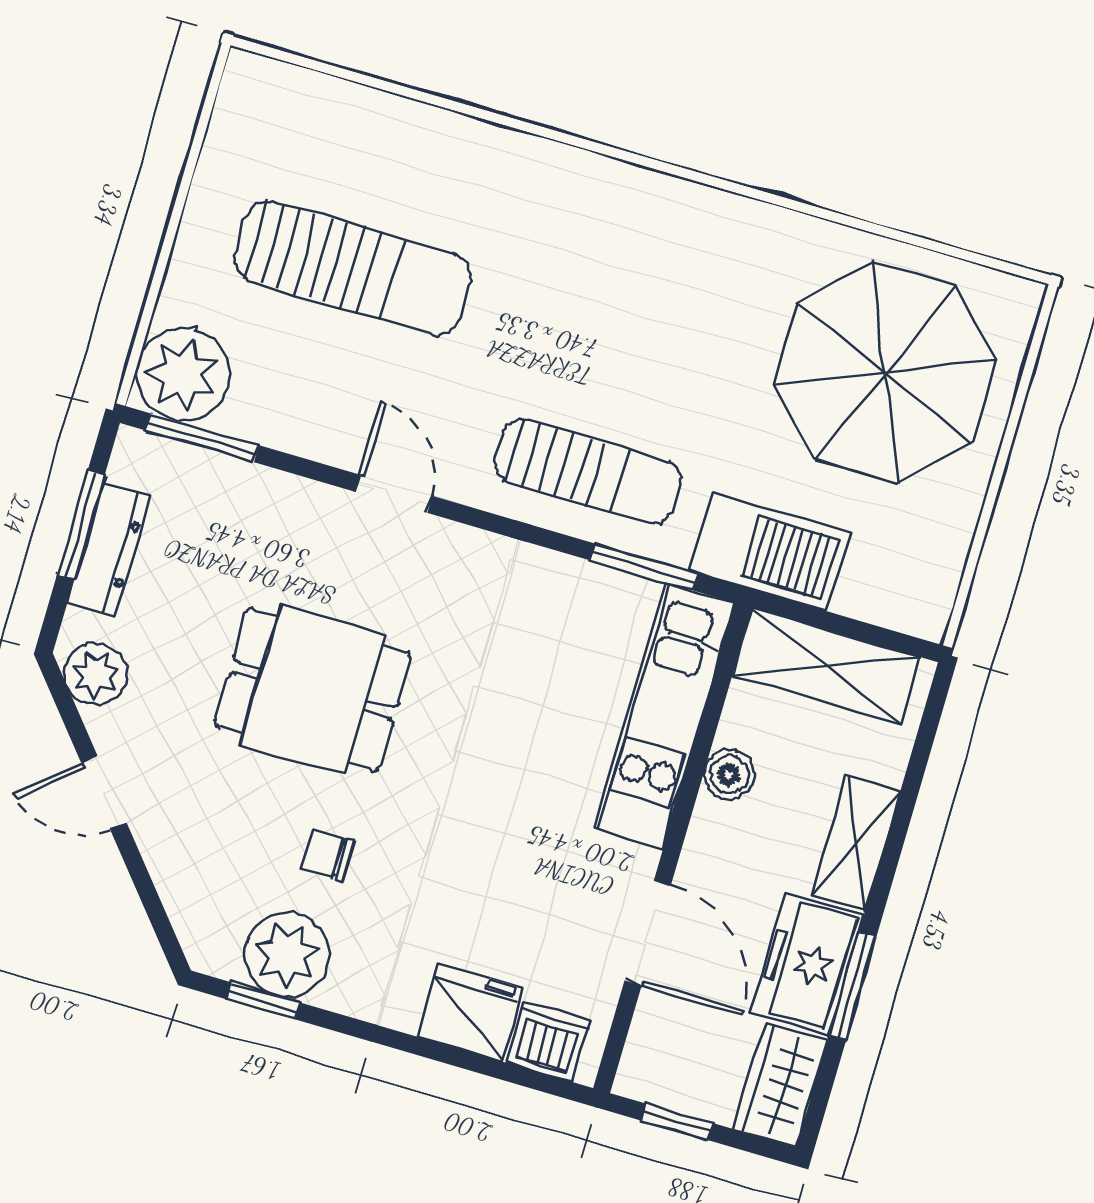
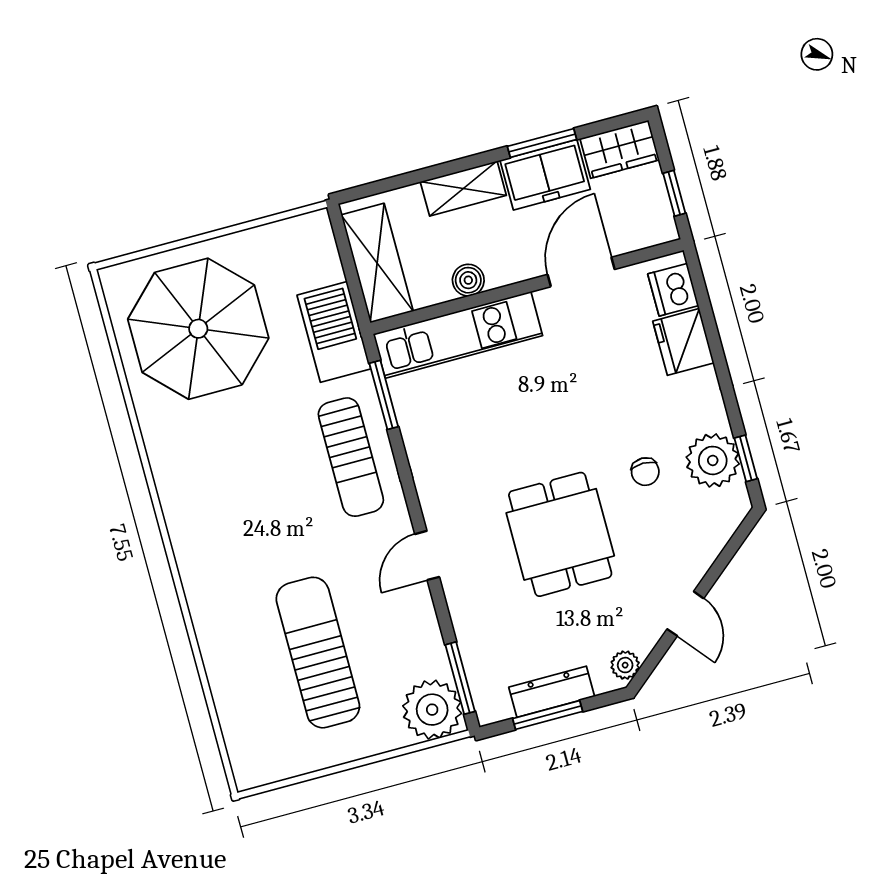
sun lounger: (588, 472) -> (351, 457), turned 180
plant: (95, 674) -> (625, 665), width x0.73, depth x0.73

